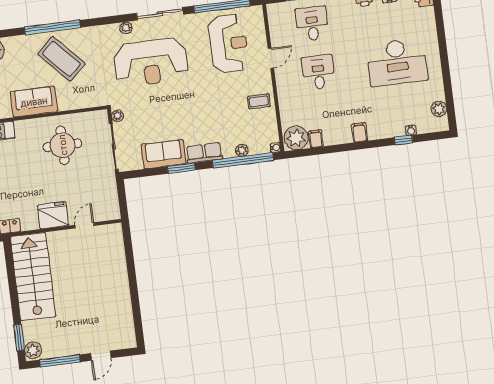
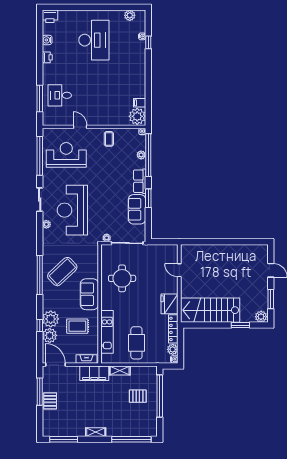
sliding door: (160, 14) -> (40, 200), width x0.73
reception desk: (151, 62) -> (72, 210), turned 180
desk: (318, 72) -> (94, 95), removed
filing cabinet: (360, 132) -> (139, 72), removed
fridge: (53, 215) -> (170, 304), moved
window: (19, 338) -> (240, 325), moved
window: (60, 361) -> (271, 299), width x0.69

